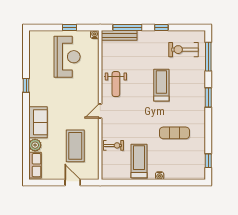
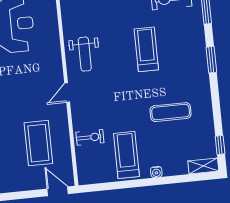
shelving: (194, 175) -> (203, 166), added
door: (73, 183) -> (58, 191), moved

